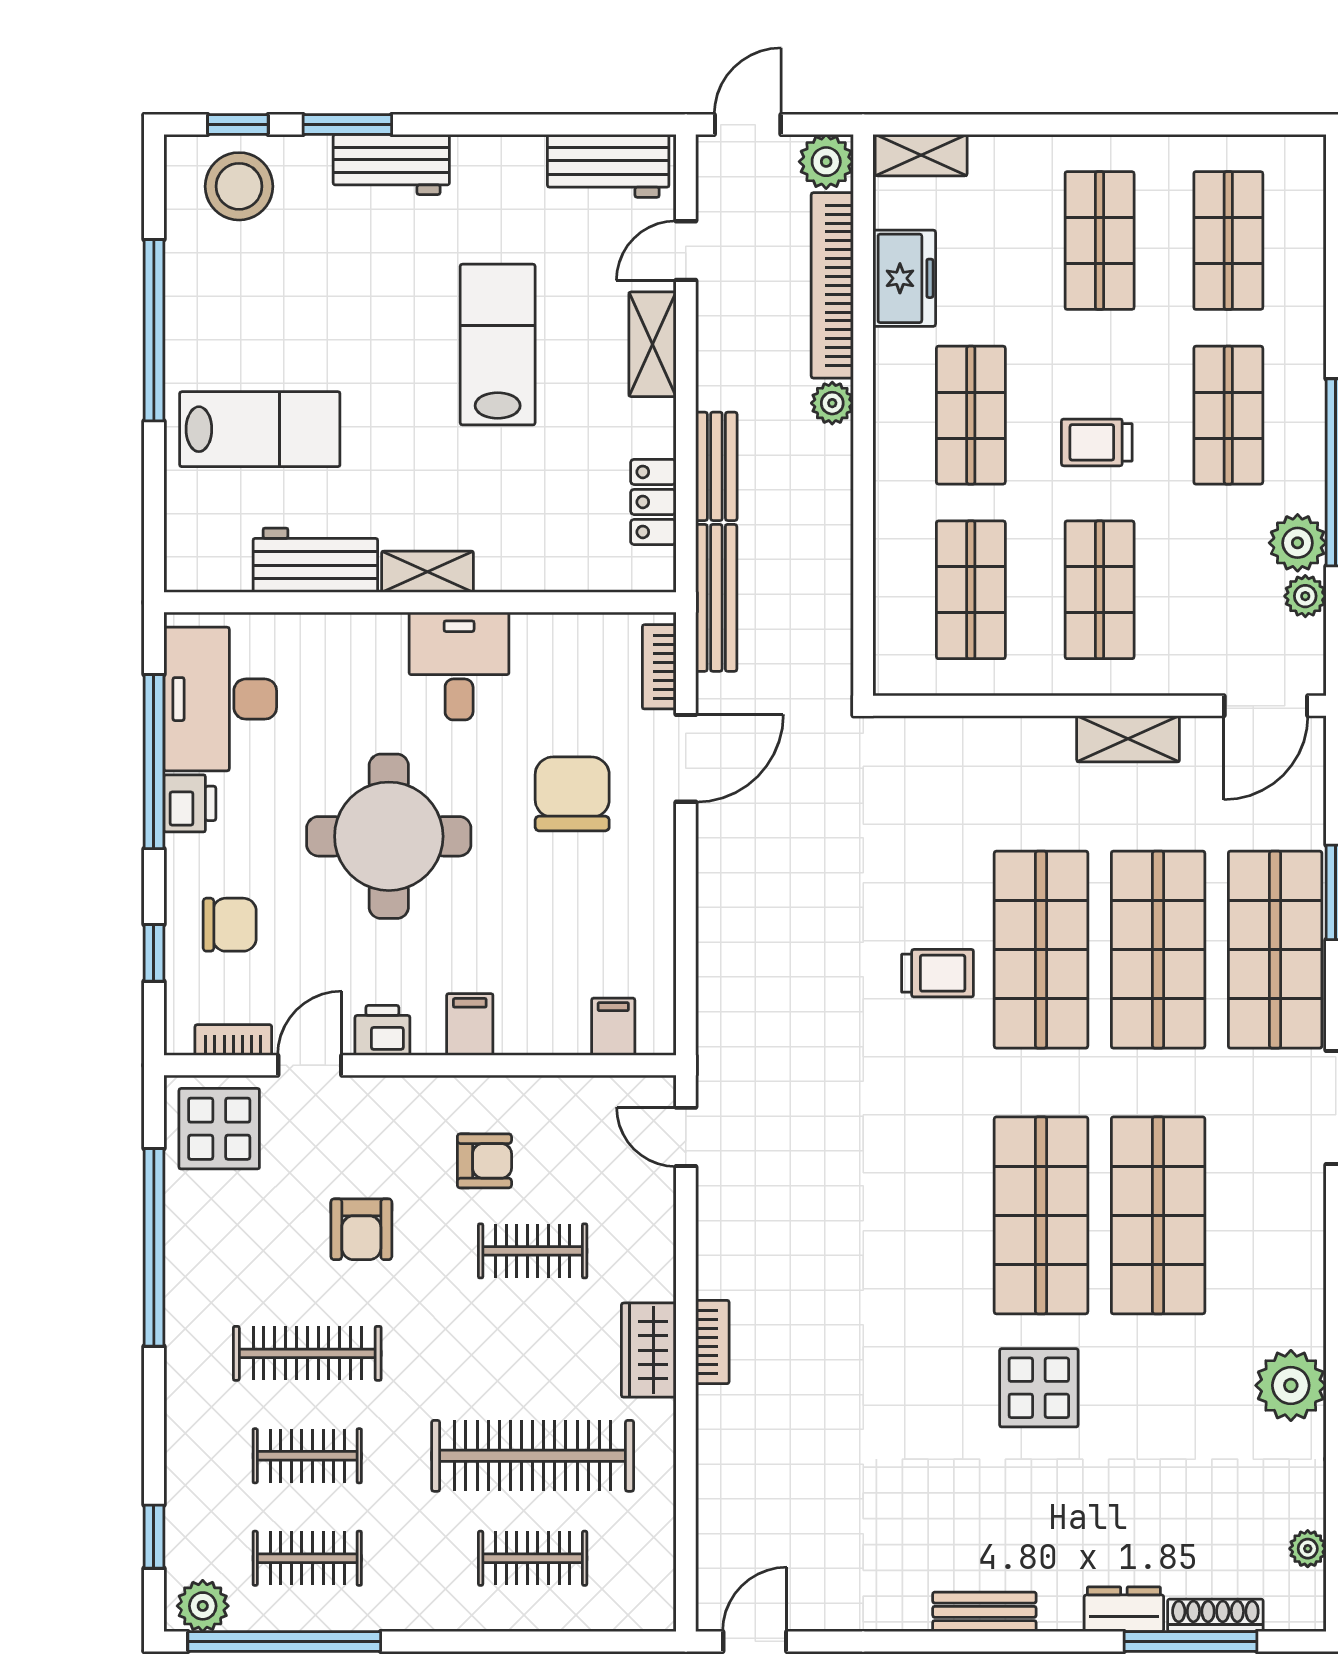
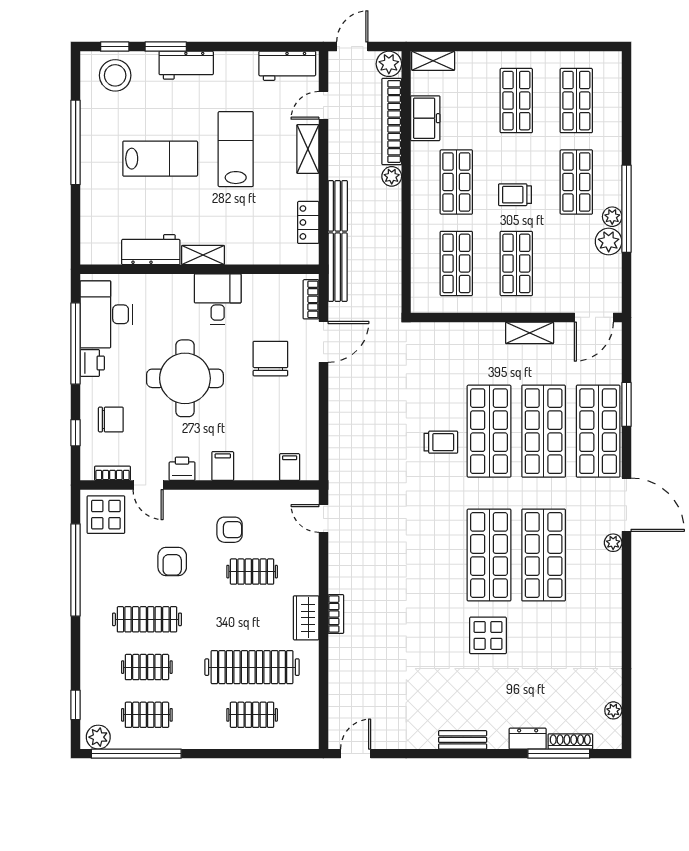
lab bench: (260, 429) -> (160, 159), moved
plant: (1305, 596) -> (612, 217), moved
door: (310, 1065) -> (148, 485), swing flipped
plant: (1291, 1385) -> (613, 543), moved, width x0.53, depth x0.53

